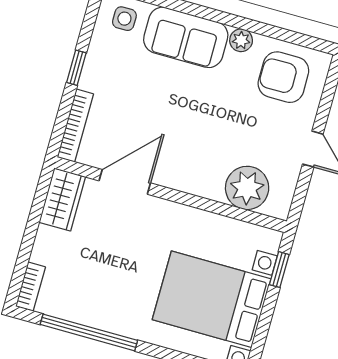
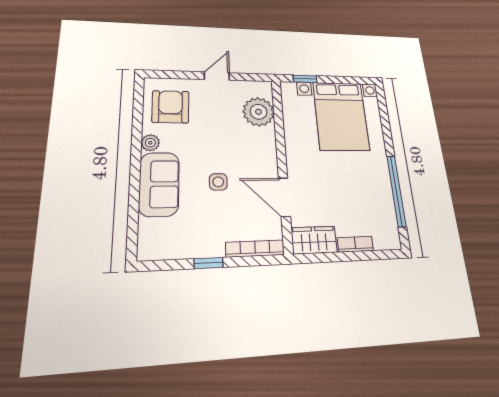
side table: (124, 19) -> (218, 182), moved
armchair: (283, 77) -> (171, 107), turned 180
bookcase: (30, 287) -> (355, 244), moved

